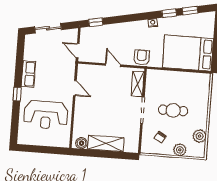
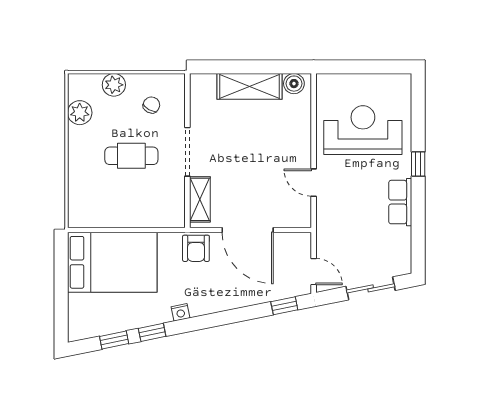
door: (78, 51) -> (314, 272), moved
door: (113, 65) -> (248, 230), width x1.87

